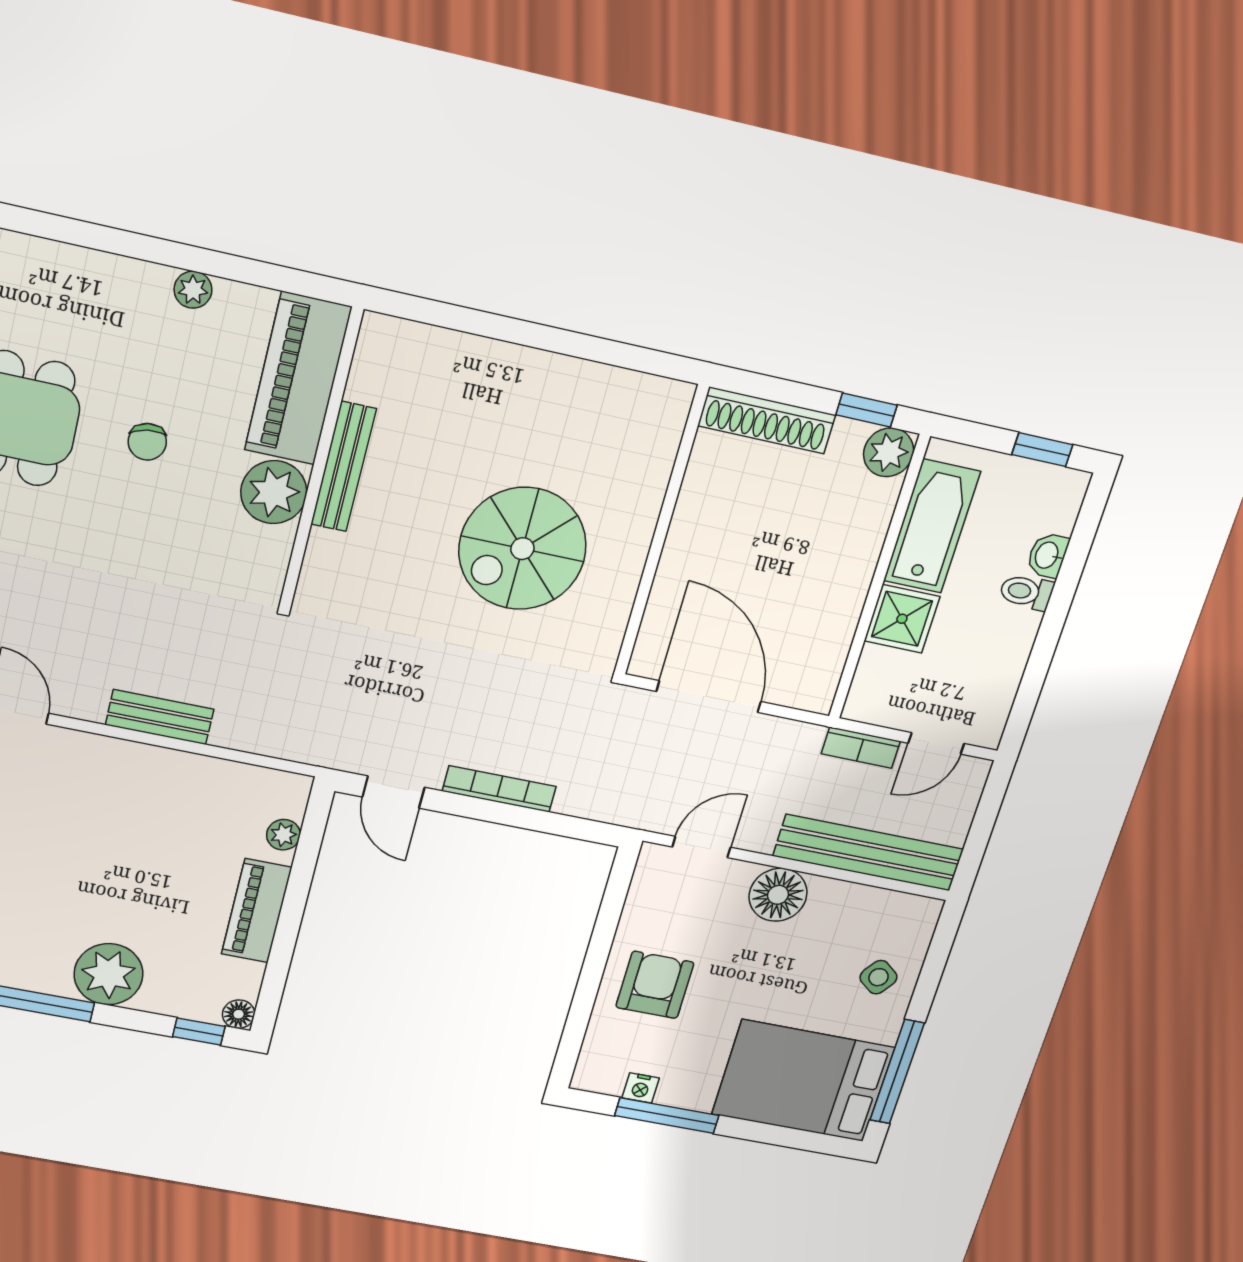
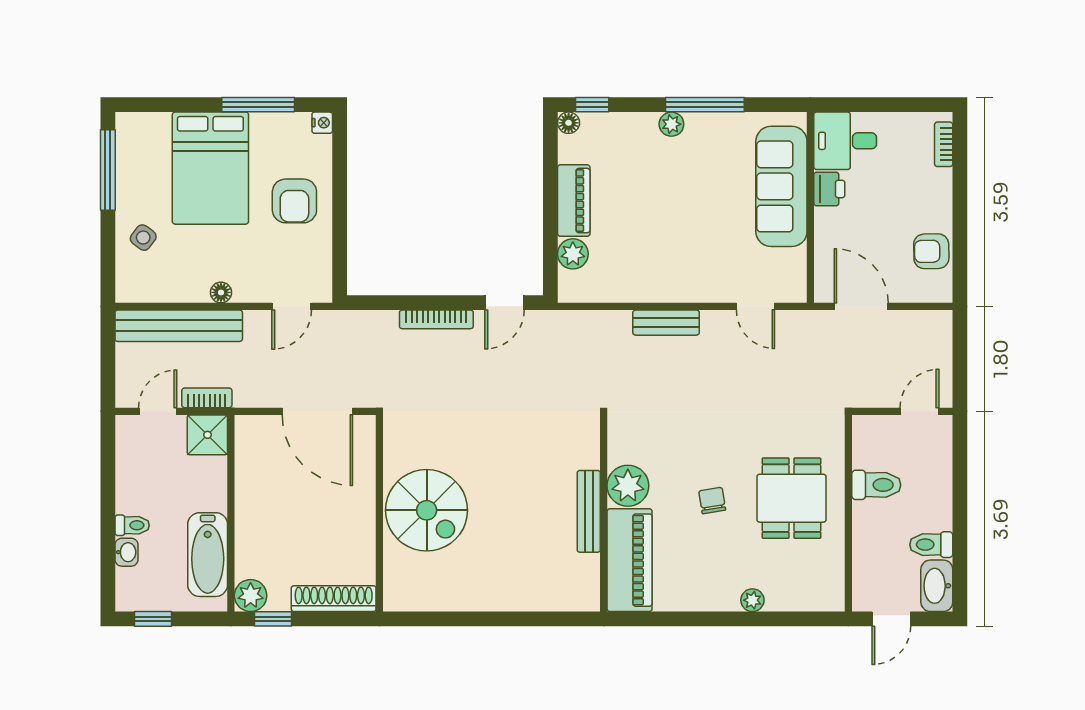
plant: (193, 290) -> (752, 600), moved
spiral stairs: (522, 549) -> (427, 510), moved, turned 90
shower: (902, 619) -> (207, 435), moved
door: (394, 792) -> (505, 303), swing flipped
plant: (283, 835) -> (573, 254), width x1.38, depth x1.38
floor lamp: (778, 895) -> (221, 292), width x0.53, depth x0.53
plant: (109, 974) -> (671, 124), width x0.53, depth x0.53
bed: (803, 1081) -> (210, 168), moved, turned 90
nightstand: (641, 1088) -> (322, 123), moved, turned 90

